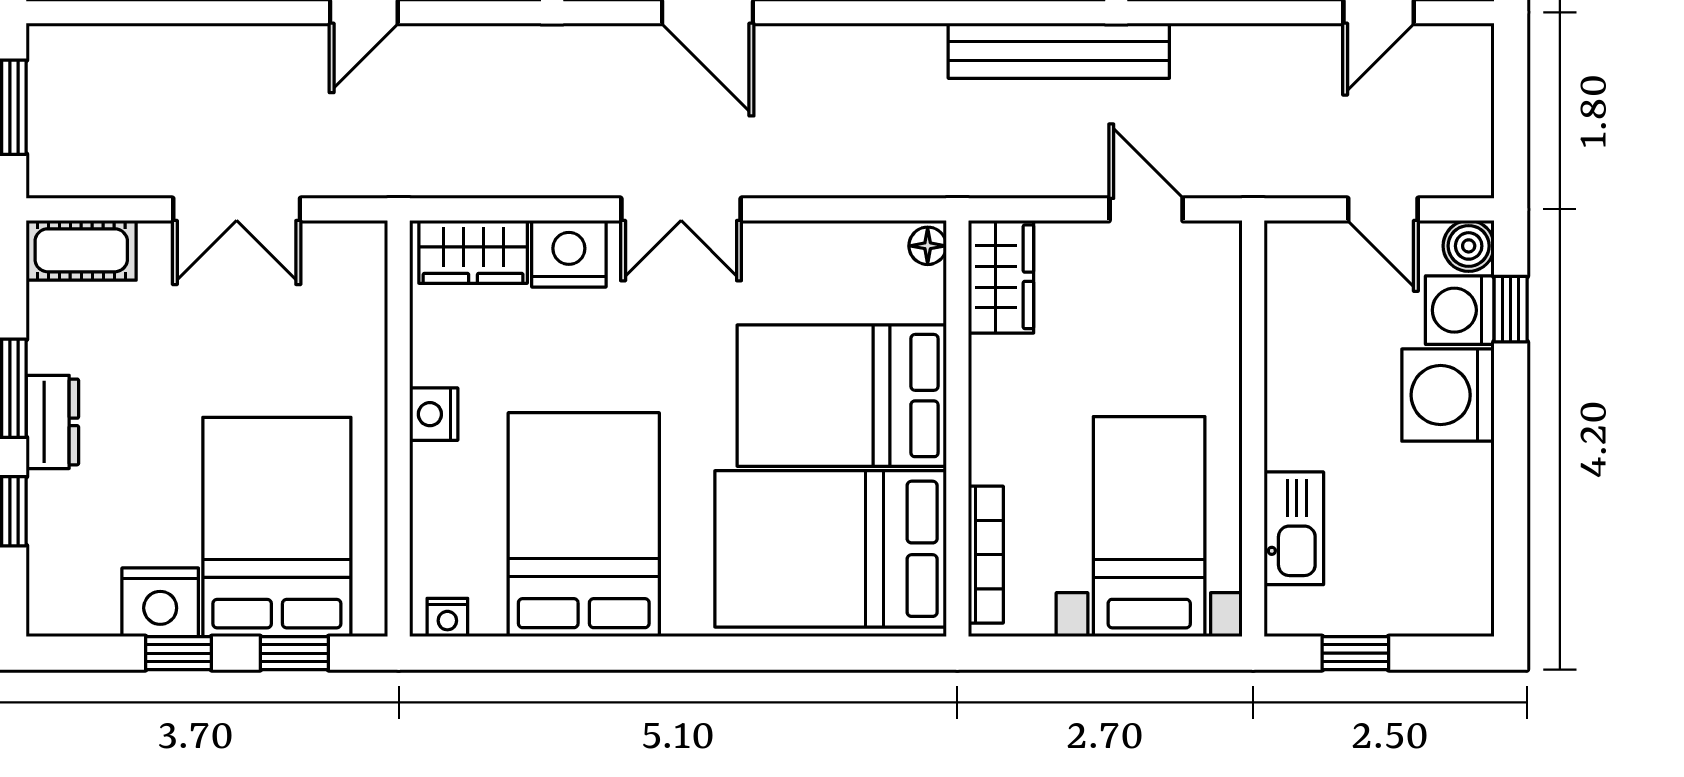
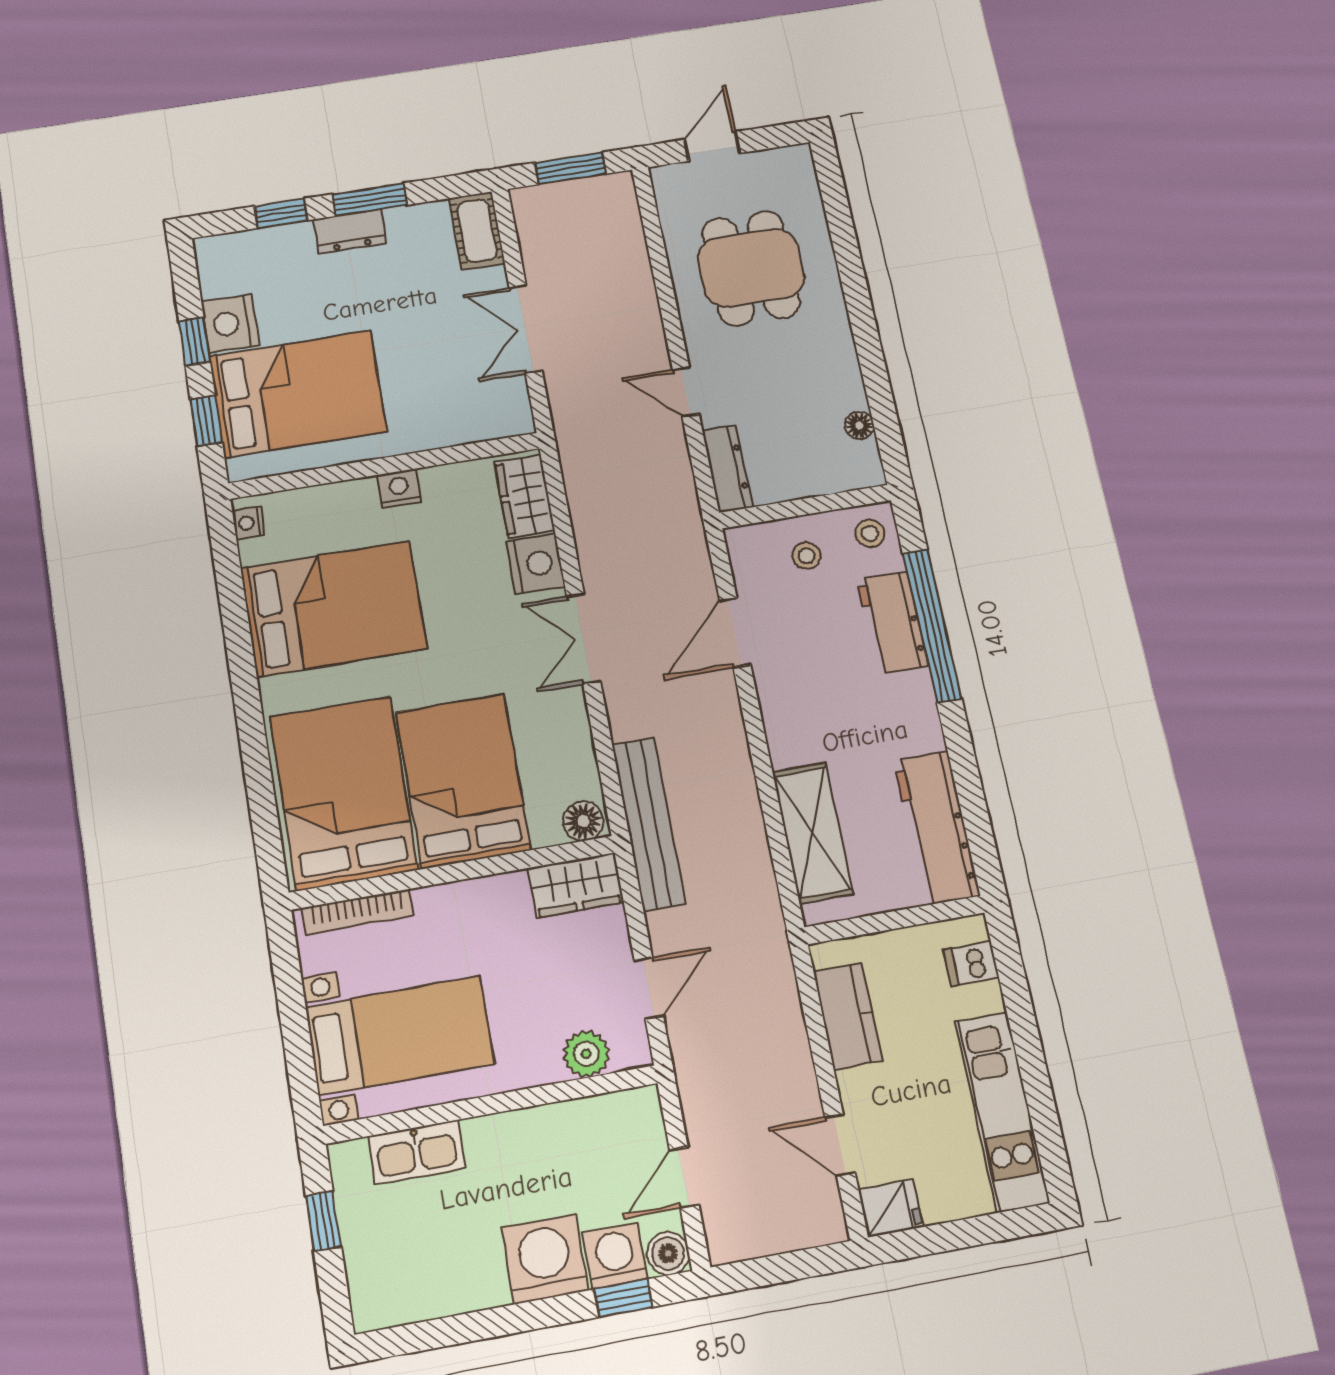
bench: (1059, 51) -> (649, 824), moved
floor lamp: (928, 246) -> (583, 821), width x1.37, depth x1.37
plant: (1213, 301) -> (586, 1054), added

